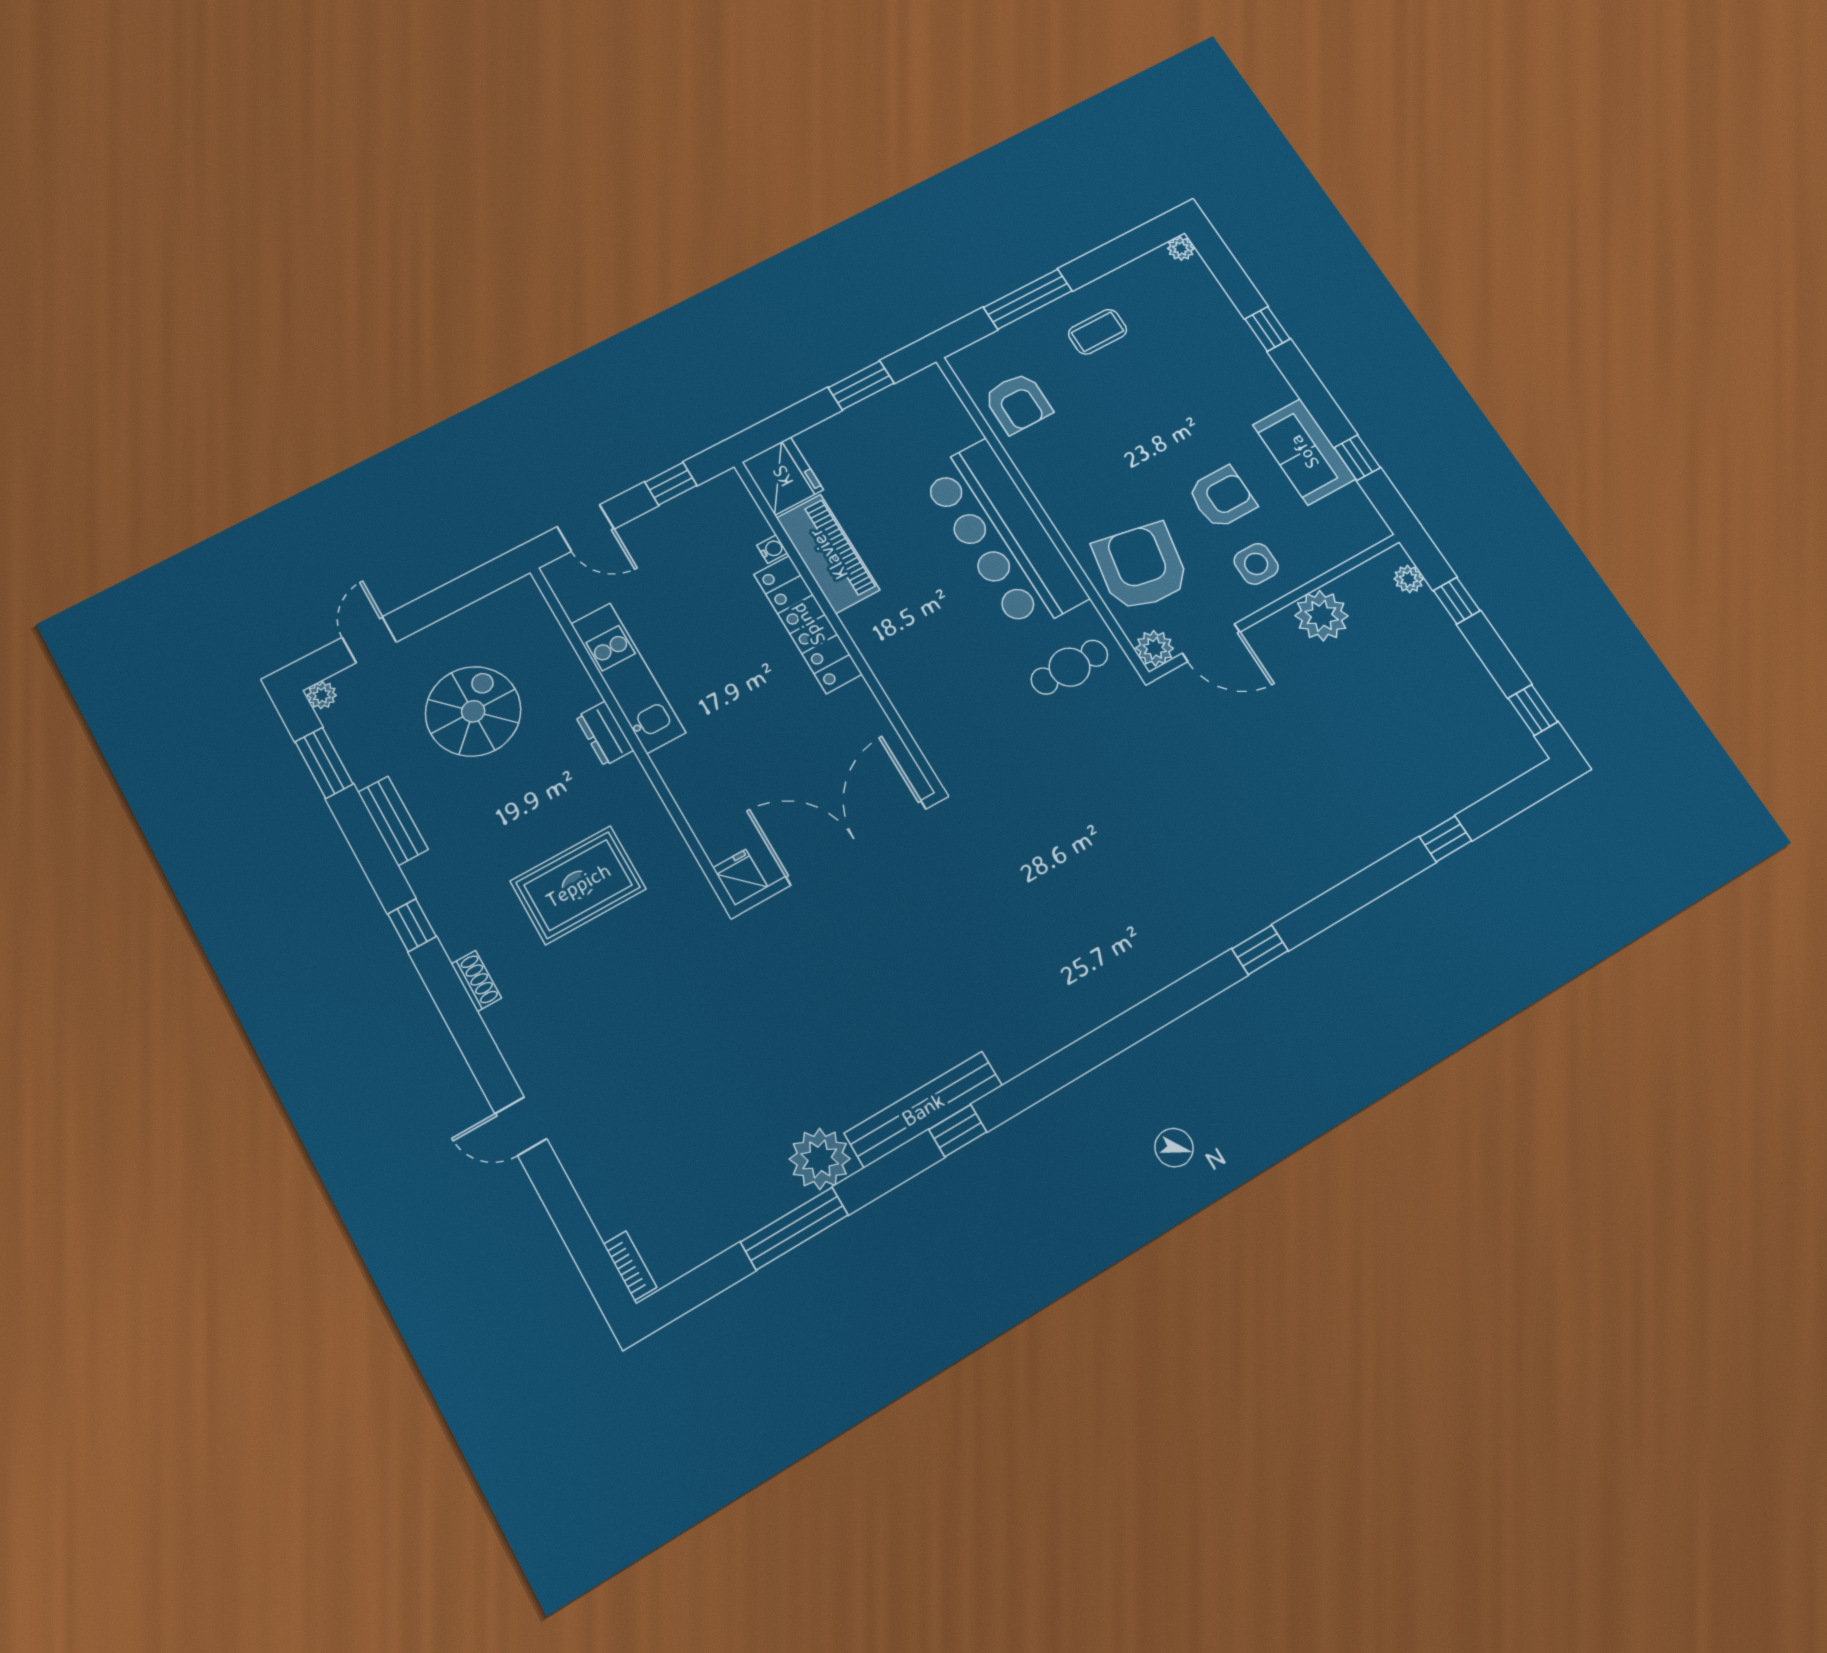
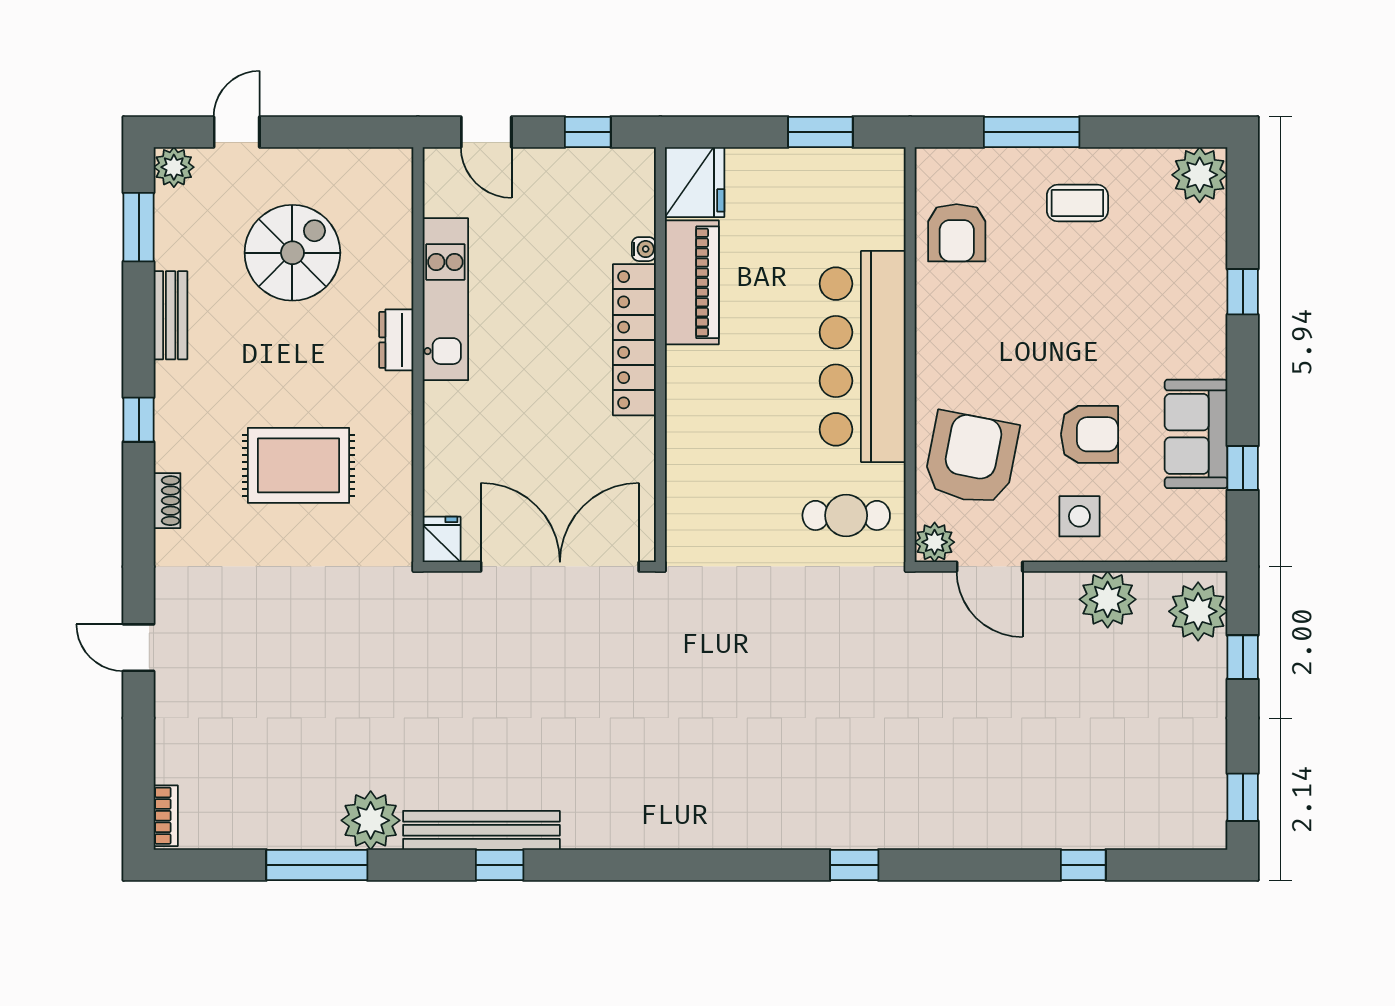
plant: (1181, 249) -> (1200, 175), width x1.87, depth x1.87
plant: (1409, 579) -> (1198, 611), width x1.88, depth x1.88
plant: (322, 695) -> (174, 167), width x1.38, depth x1.38

